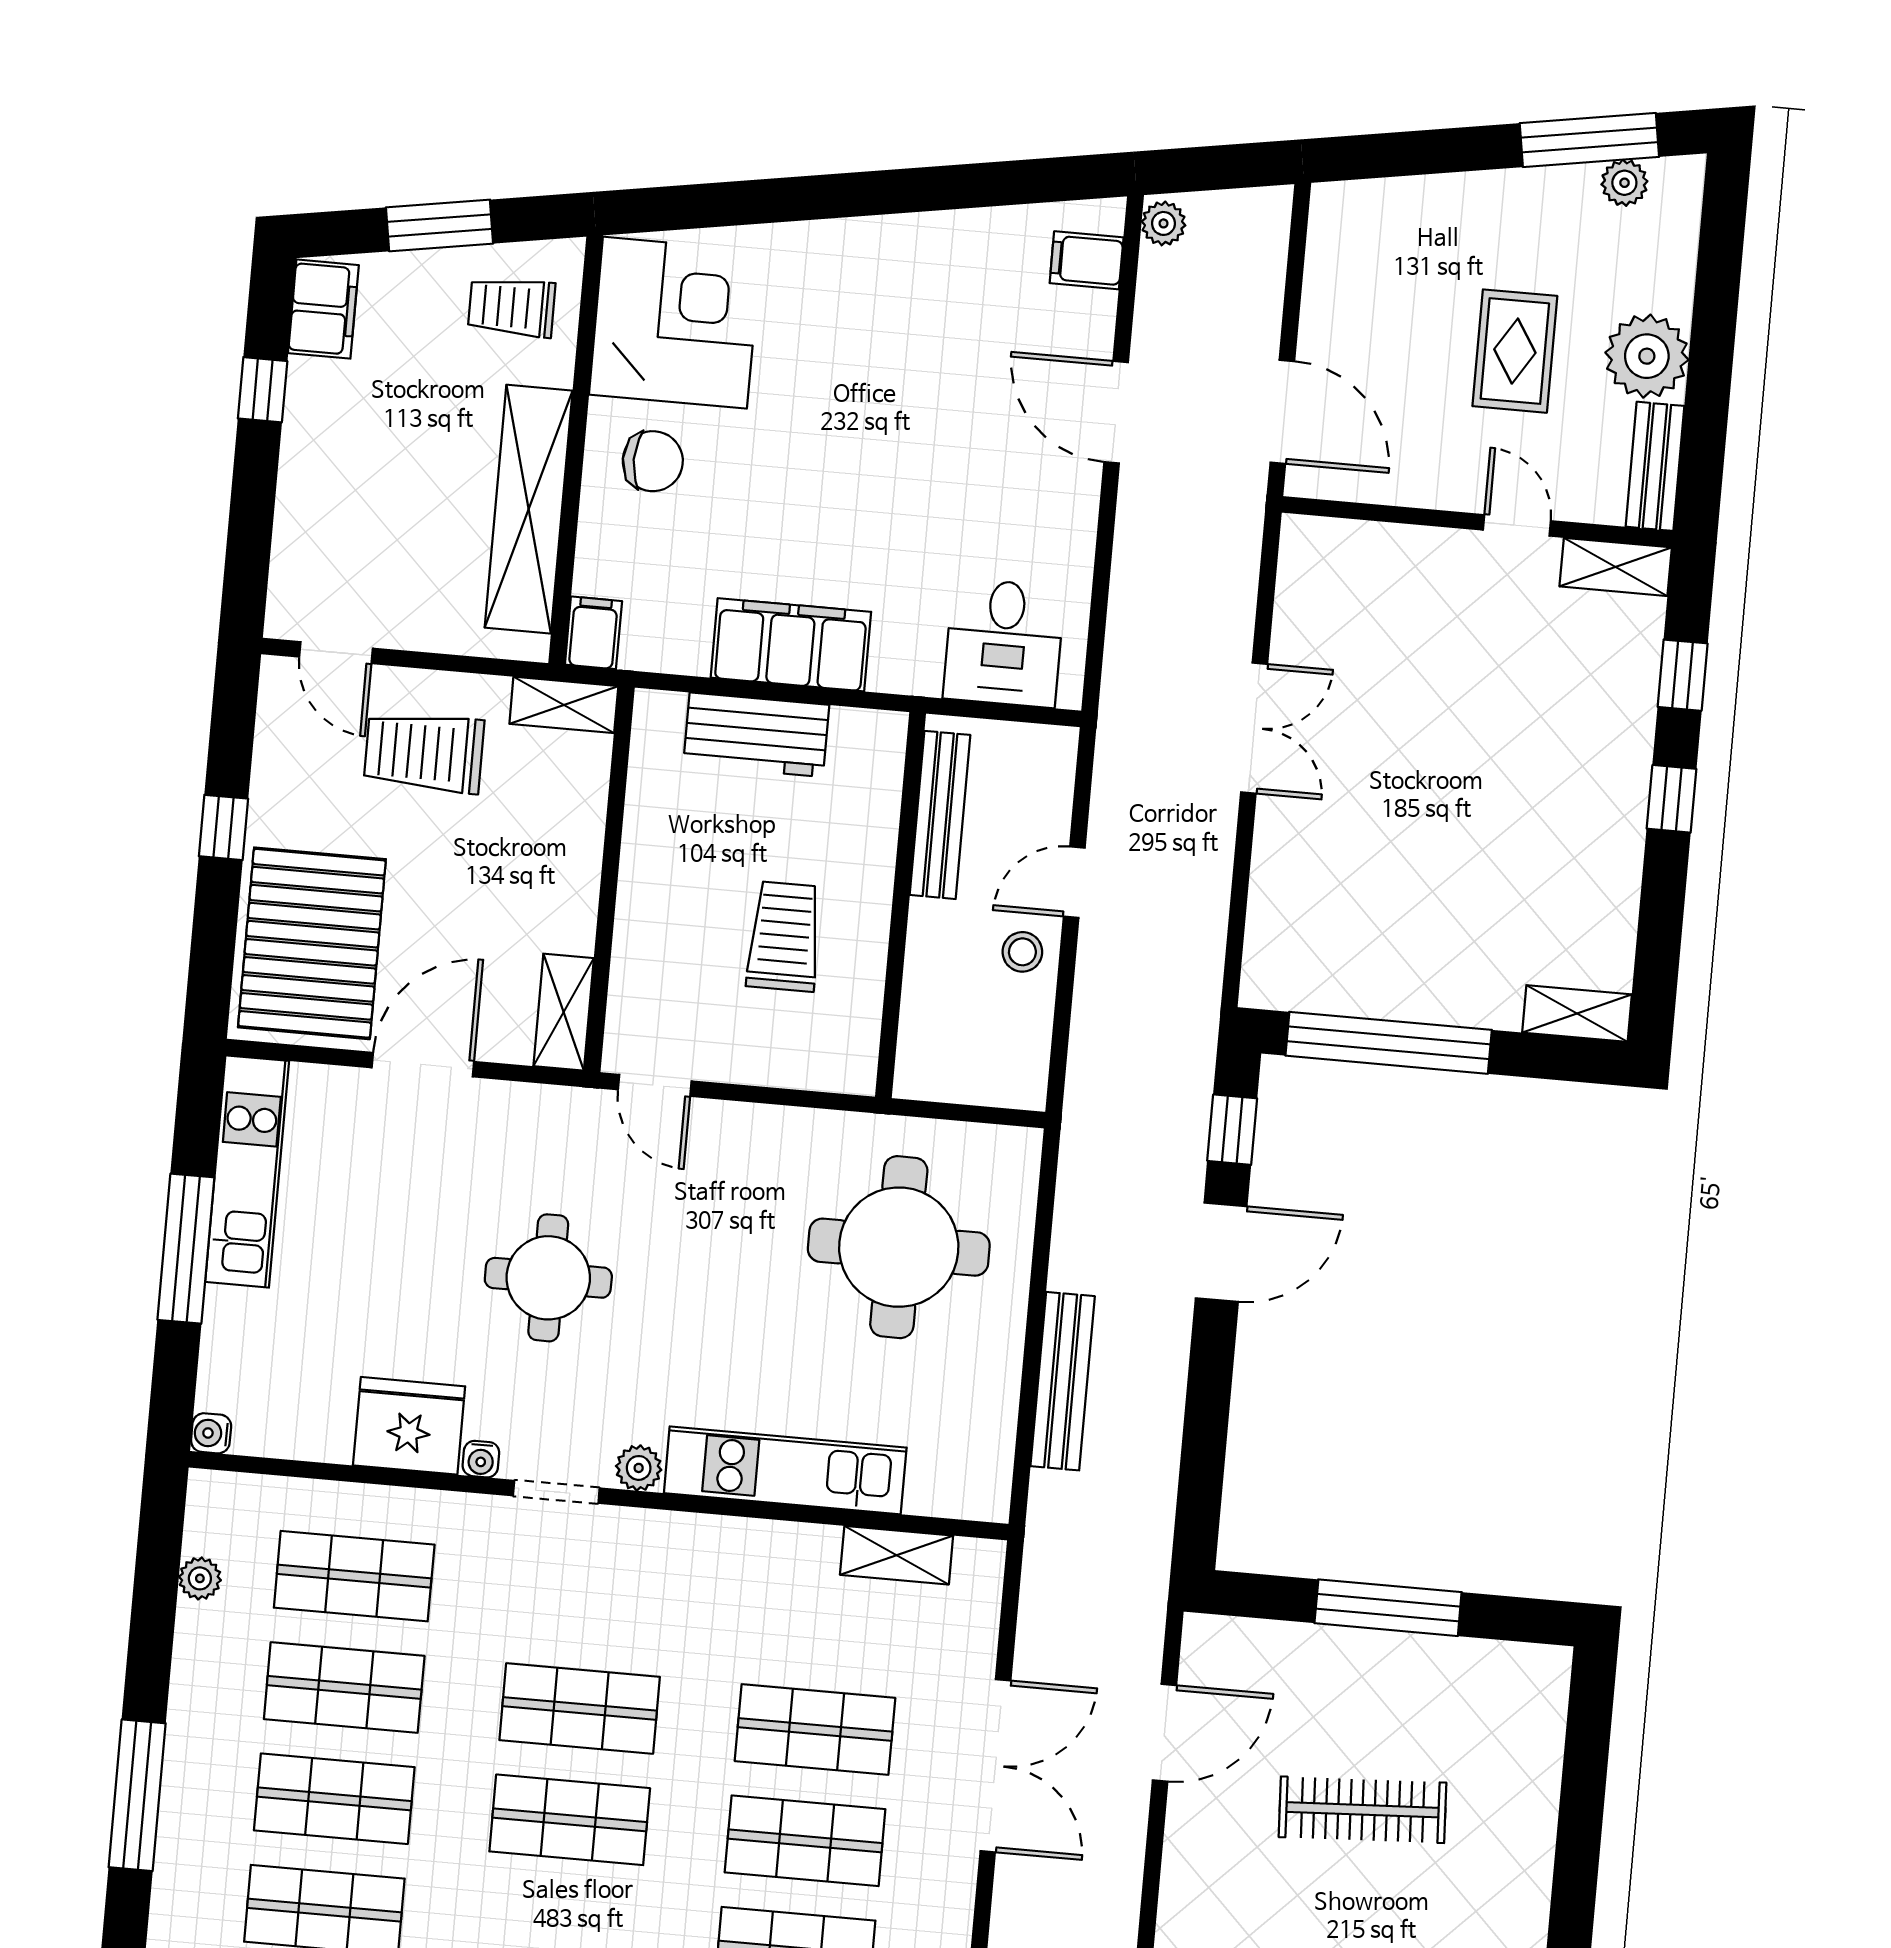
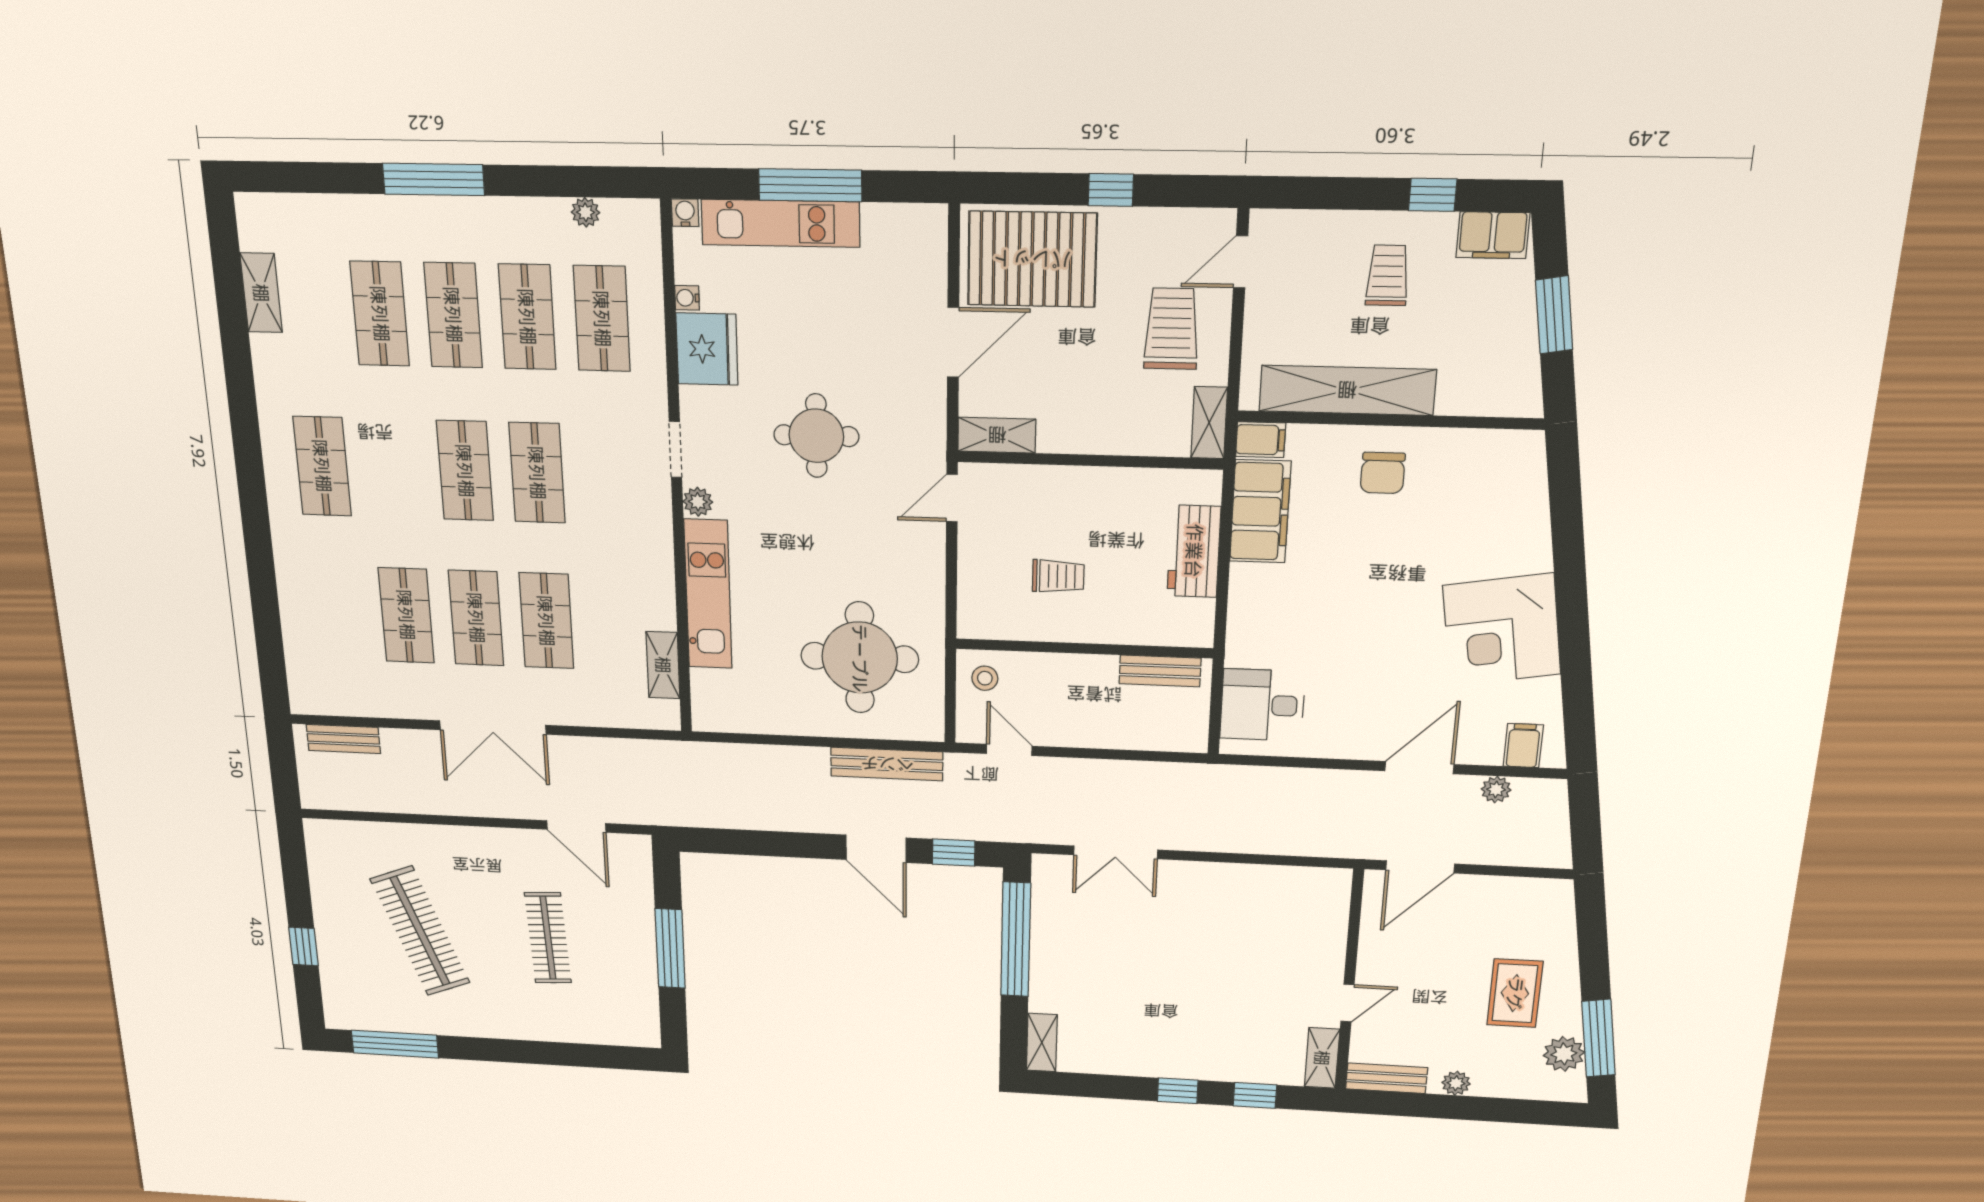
plant: (1624, 183) -> (1564, 1054), width x1.38, depth x1.38
plant: (1164, 223) -> (1496, 789), moved
trolley: (512, 307) -> (1388, 275), moved
corner desk: (675, 323) -> (1502, 630), moved, turned 81
rug: (1515, 351) -> (1515, 993), moved, turned 90
plant: (1647, 356) -> (1456, 1083), width x0.53, depth x0.53
filing cabinet: (791, 645) -> (1260, 511), moved
double door: (1254, 728) -> (1116, 852), moved
bench: (940, 815) -> (1160, 671), width x0.73
door: (1074, 882) -> (1009, 750), moved
trolley: (784, 936) -> (1058, 576), width x0.73, depth x0.72
stool: (1022, 952) -> (985, 678), moved
door: (423, 1065) -> (953, 342), hinge flipped
kitchen unit: (247, 1171) -> (780, 223), moved
bench: (1063, 1381) -> (887, 764), moved
water cooler: (481, 1459) -> (687, 298), moved
double door: (995, 1766) -> (493, 728), moved

